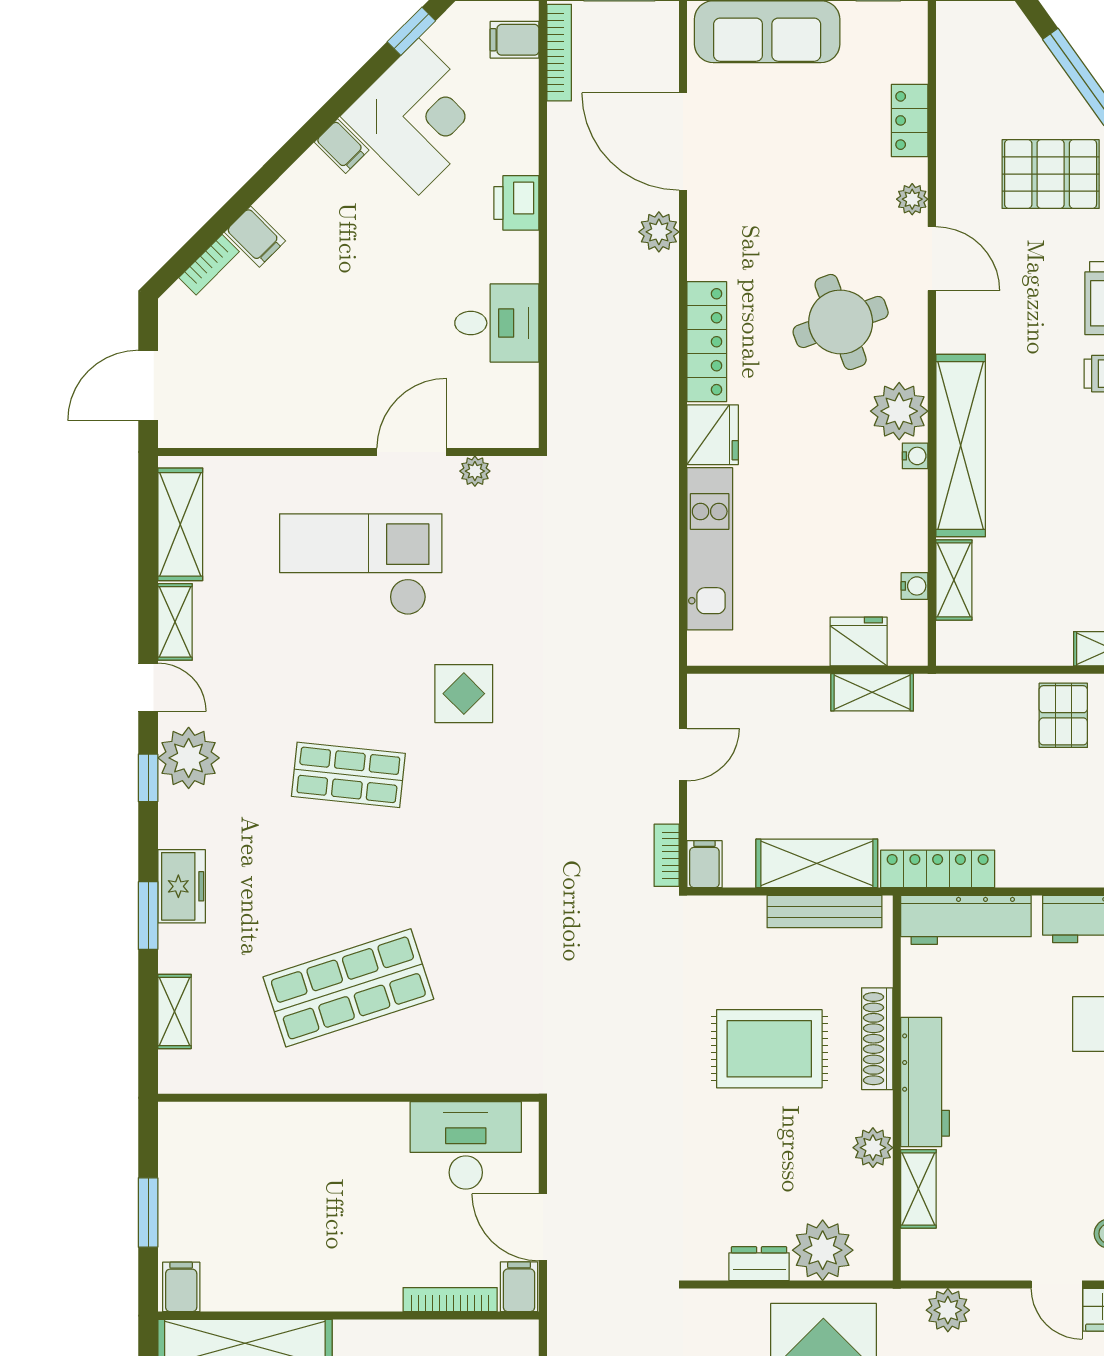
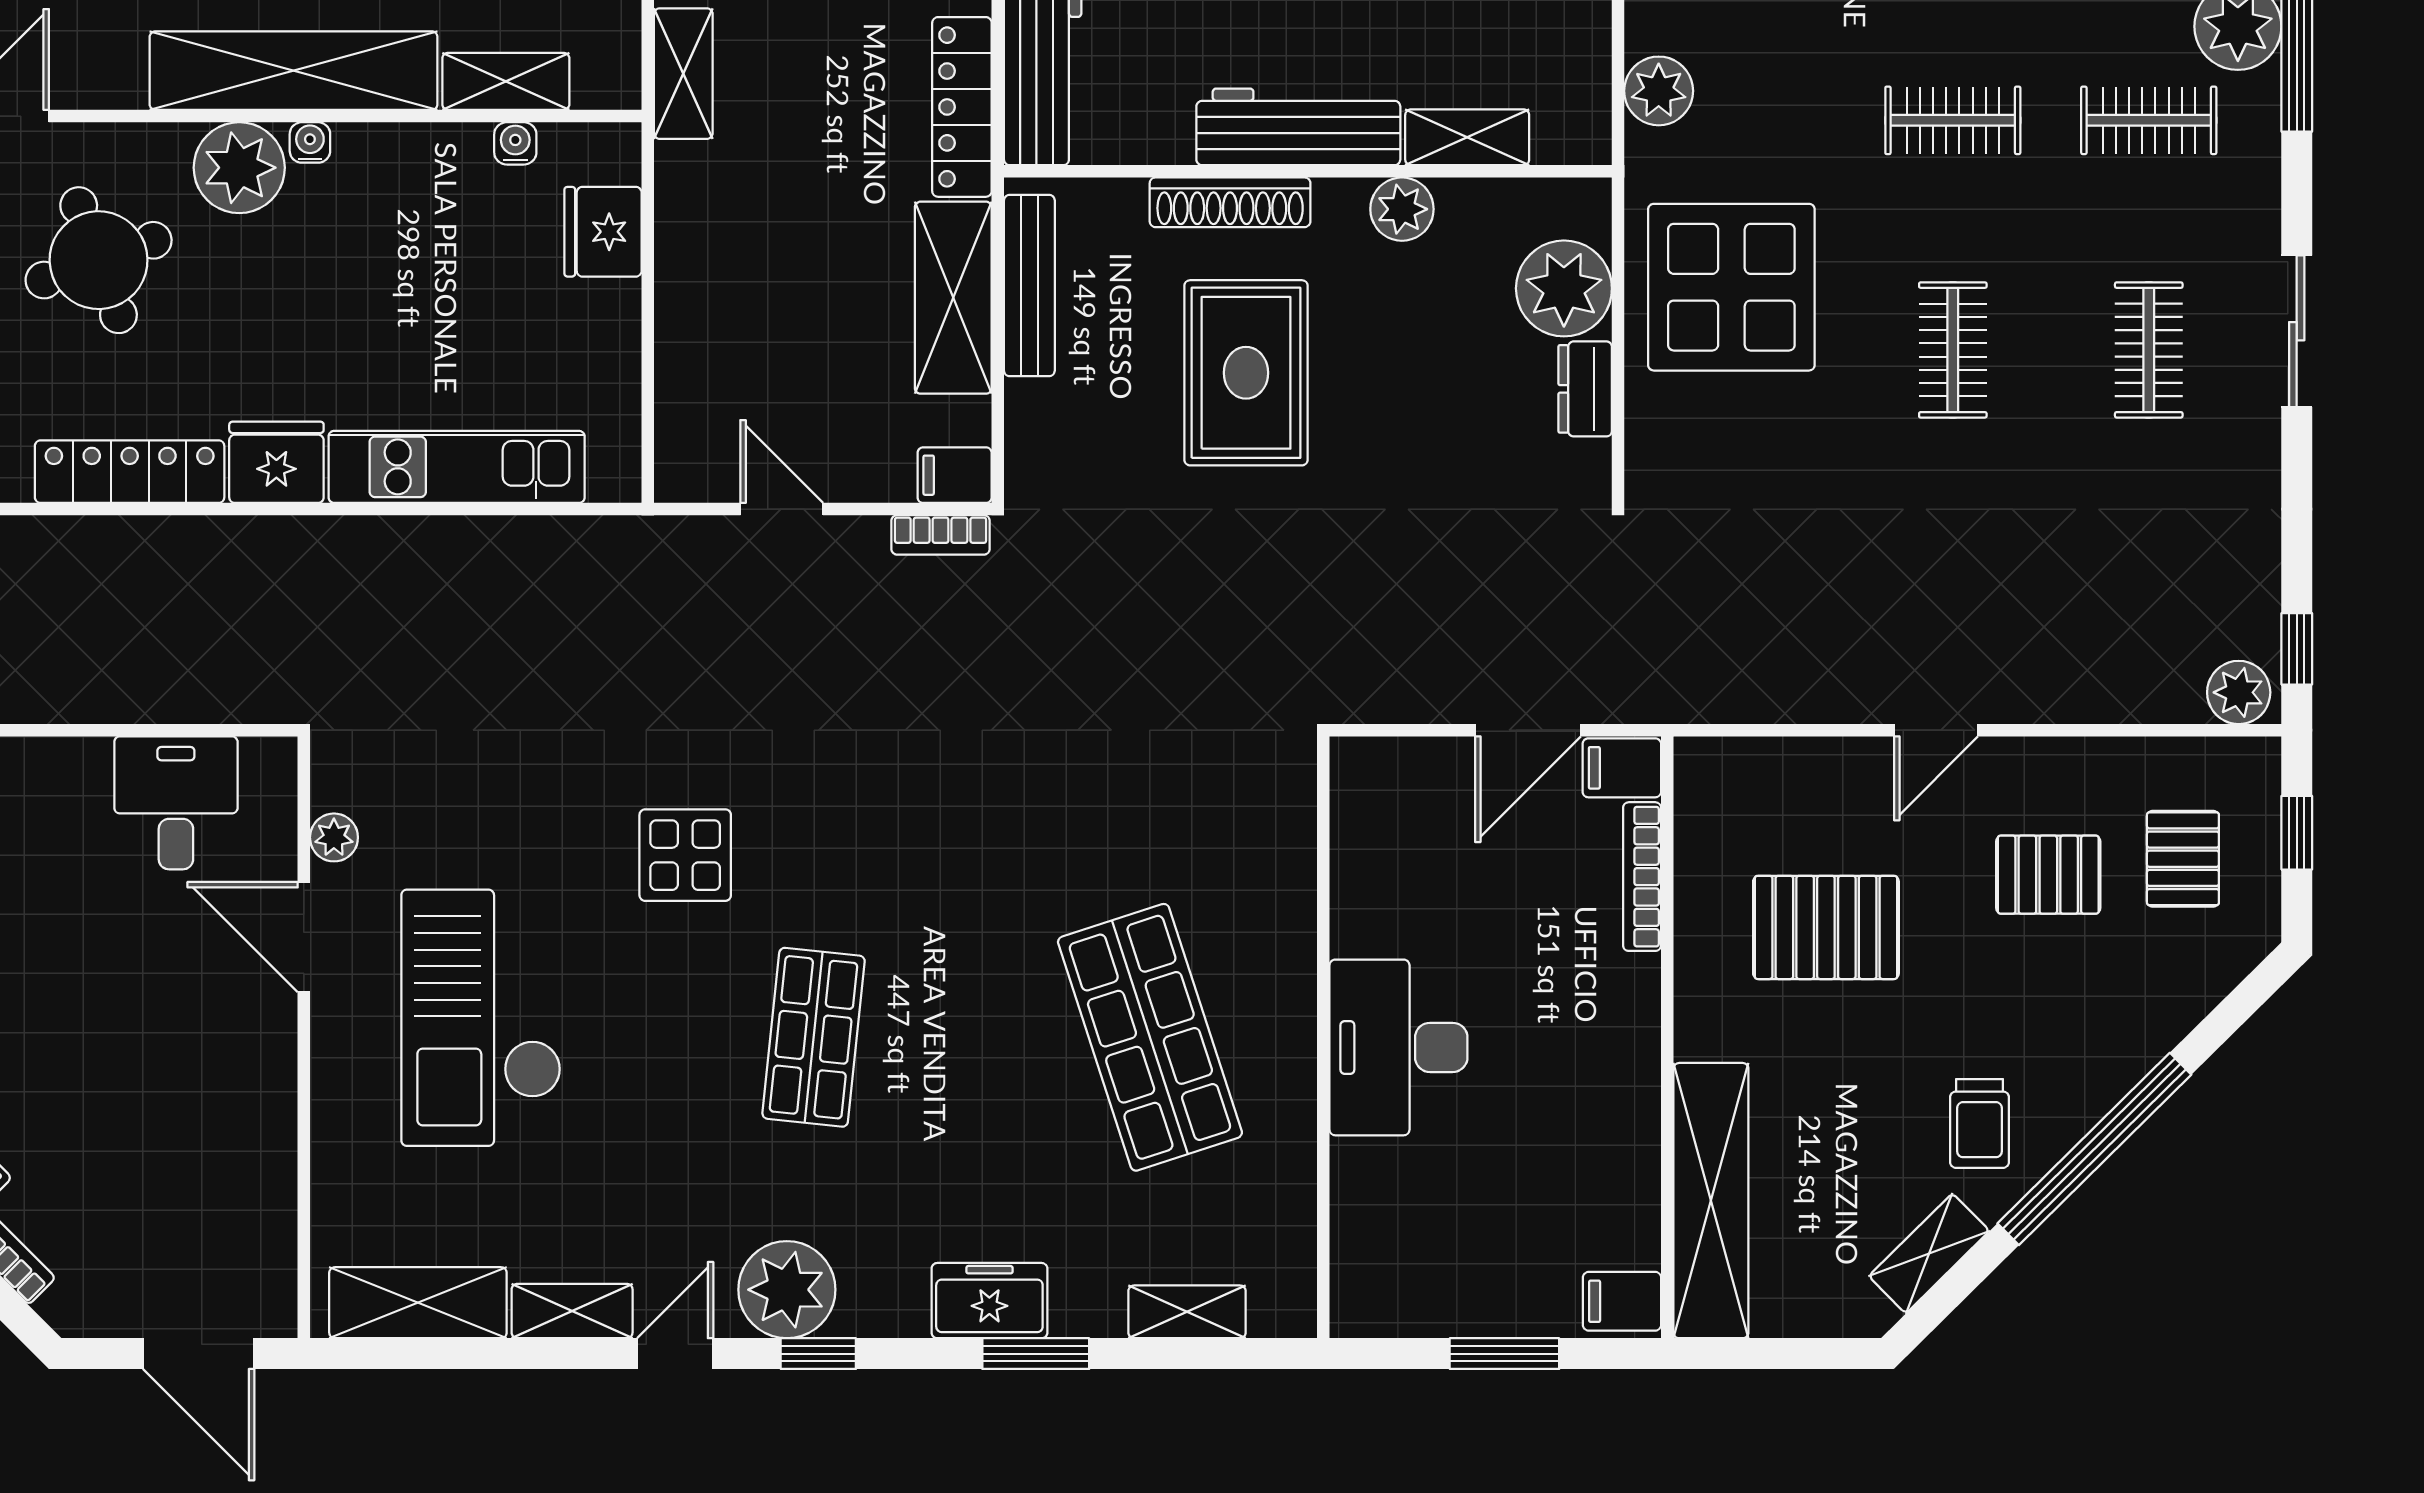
desk: (497, 323) -> (176, 803), moved
shelving: (872, 692) -> (683, 74), moved
desk: (466, 1145) -> (1398, 1047), moved

